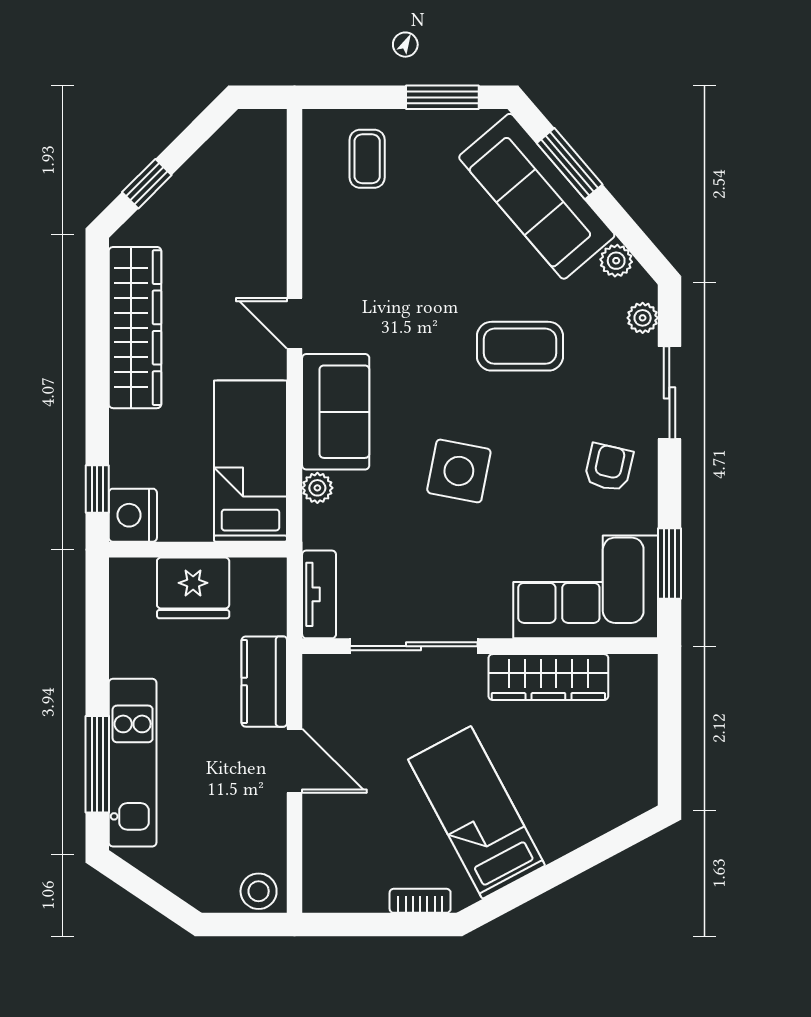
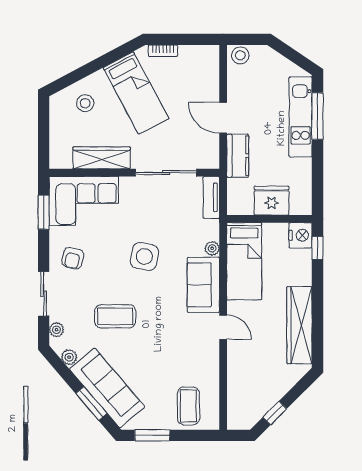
coffee table: (367, 159) -> (188, 406), width x1.36, depth x1.30
window: (147, 184) -> (275, 413), moved
stool: (583, 791) -> (85, 103), added

